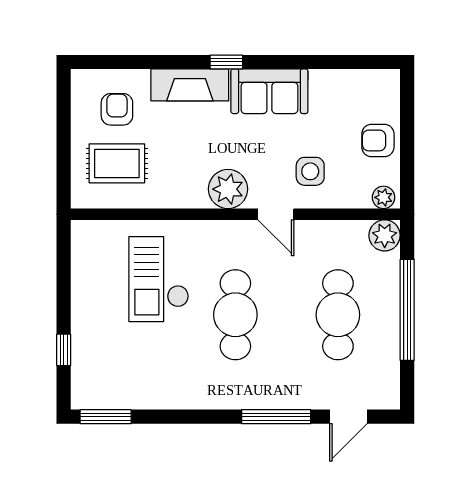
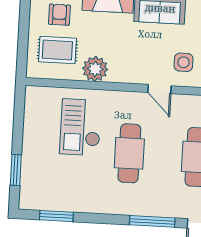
plant: (228, 189) -> (95, 69), moved
window: (64, 350) -> (16, 170), width x1.50
window: (106, 417) -> (56, 216), moved

